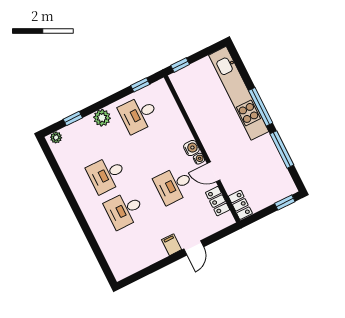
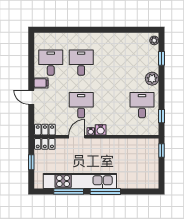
kitchen unit: (239, 93) -> (80, 181), moved
desk: (107, 174) -> (51, 63), moved
locker: (218, 201) -> (45, 130), moved
window: (285, 203) -> (31, 162), moved

